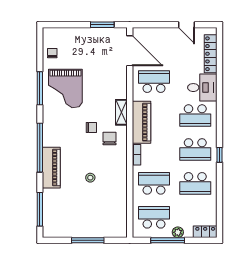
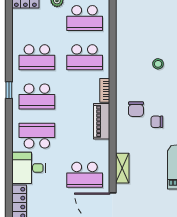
shelving: (121, 112) -> (122, 168), moved
piano: (141, 122) -> (102, 121), width x0.73, depth x0.75
school desk: (195, 149) -> (37, 96), turned 180
school desk: (195, 183) -> (37, 57), turned 180

